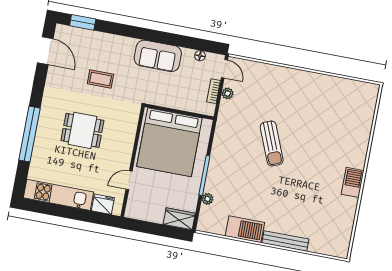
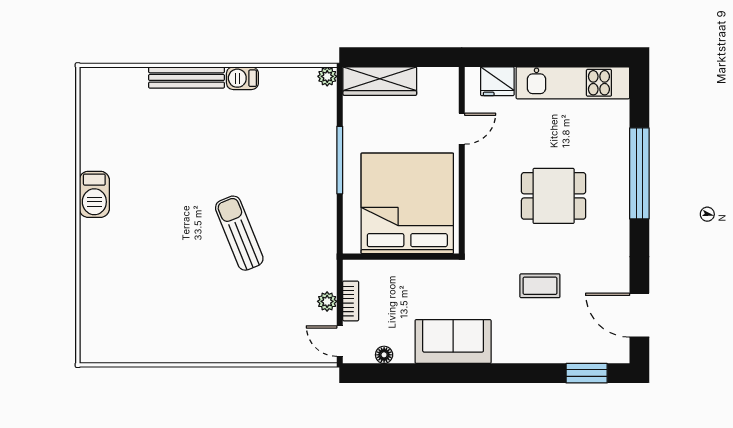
plant: (208, 199) -> (327, 76), moved
wardrobe: (179, 219) -> (380, 81), width x1.50
barbecue: (245, 229) -> (242, 78), width x0.53, depth x0.65

